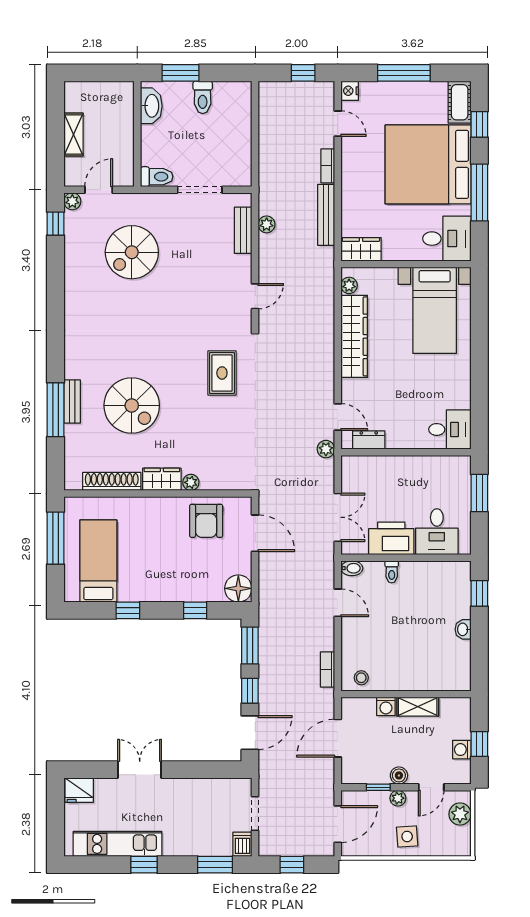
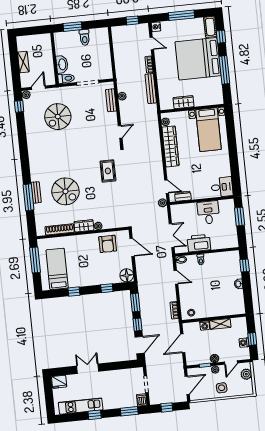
washbasin: (151, 106) -> (62, 64), moved
desk: (447, 239) -> (211, 94), removed
wardrobe: (361, 249) -> (184, 102), moved
desk: (437, 532) -> (208, 212), moved, turned 180

